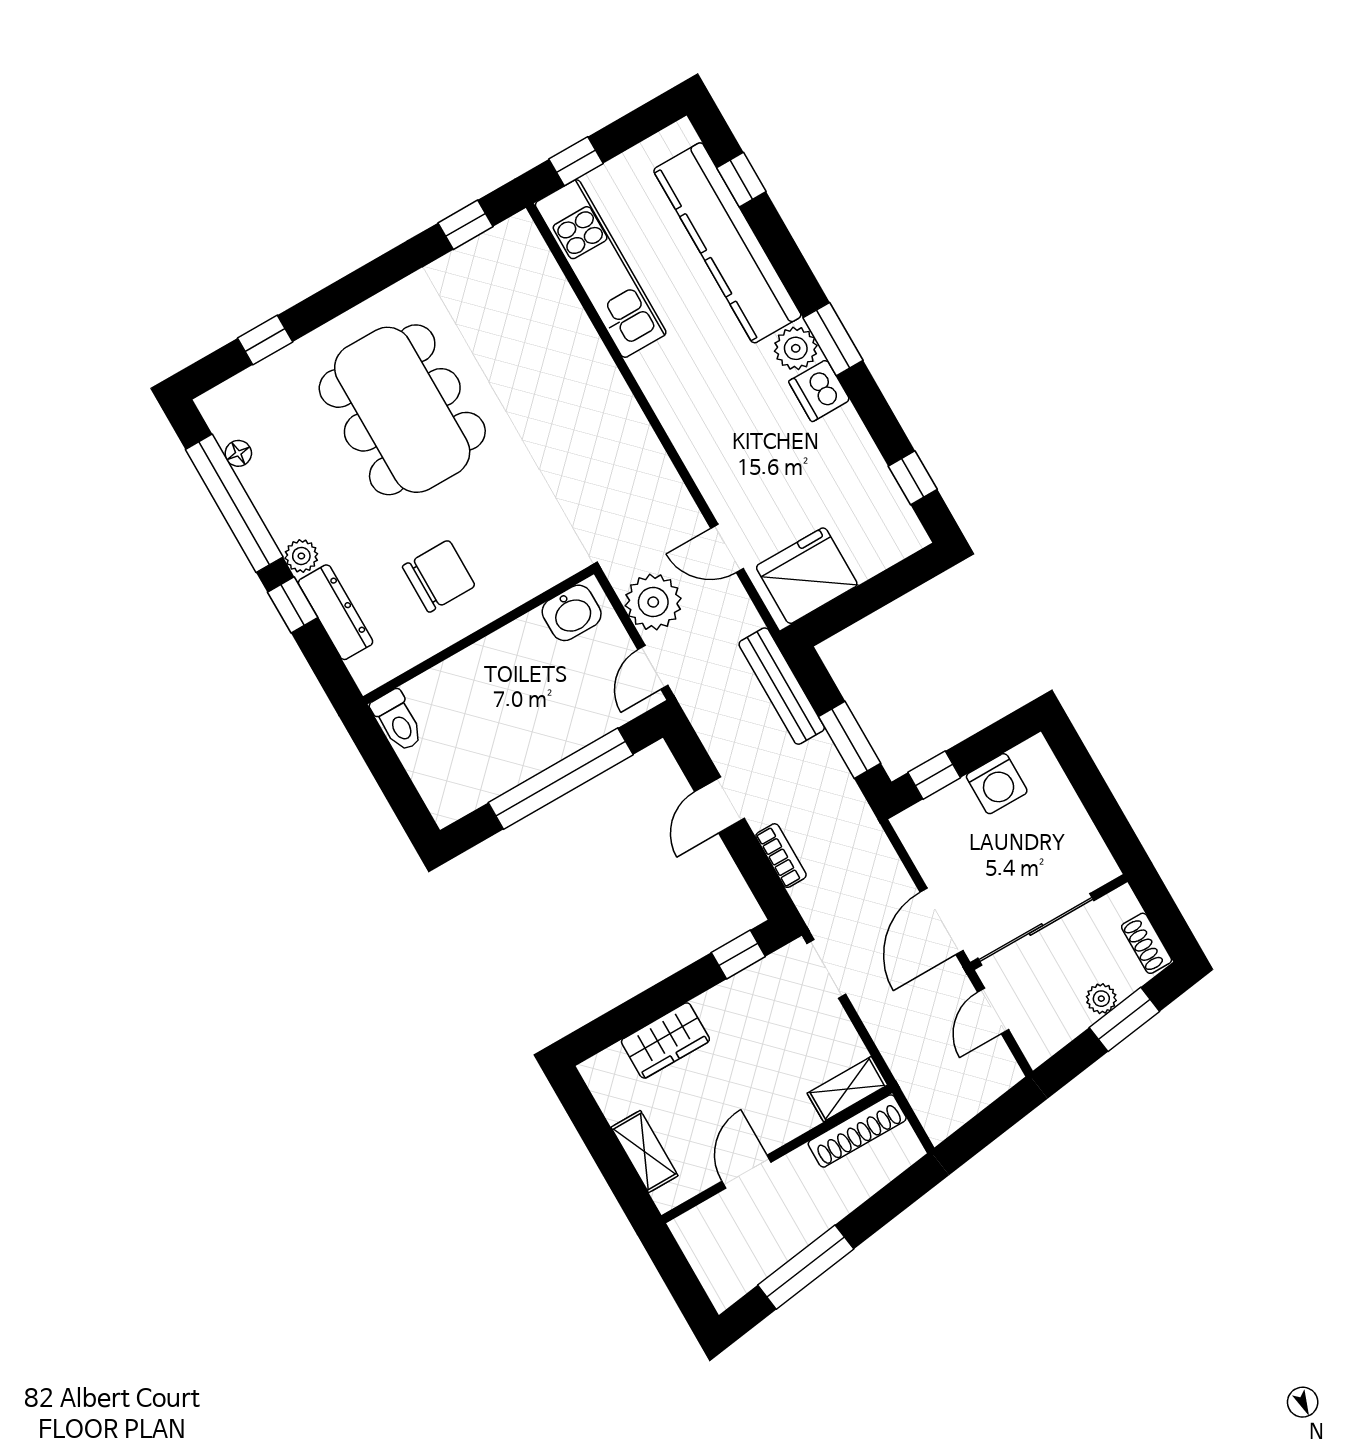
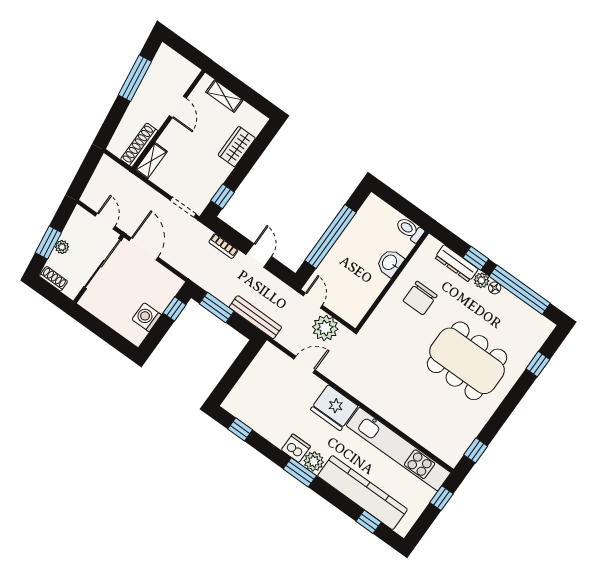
kitchen unit: (601, 268) -> (398, 449), width x1.36
floor lamp: (238, 453) -> (495, 288), moved
fridge: (807, 576) -> (334, 408), moved, turned 90
washbasin: (572, 613) -> (390, 263), moved

